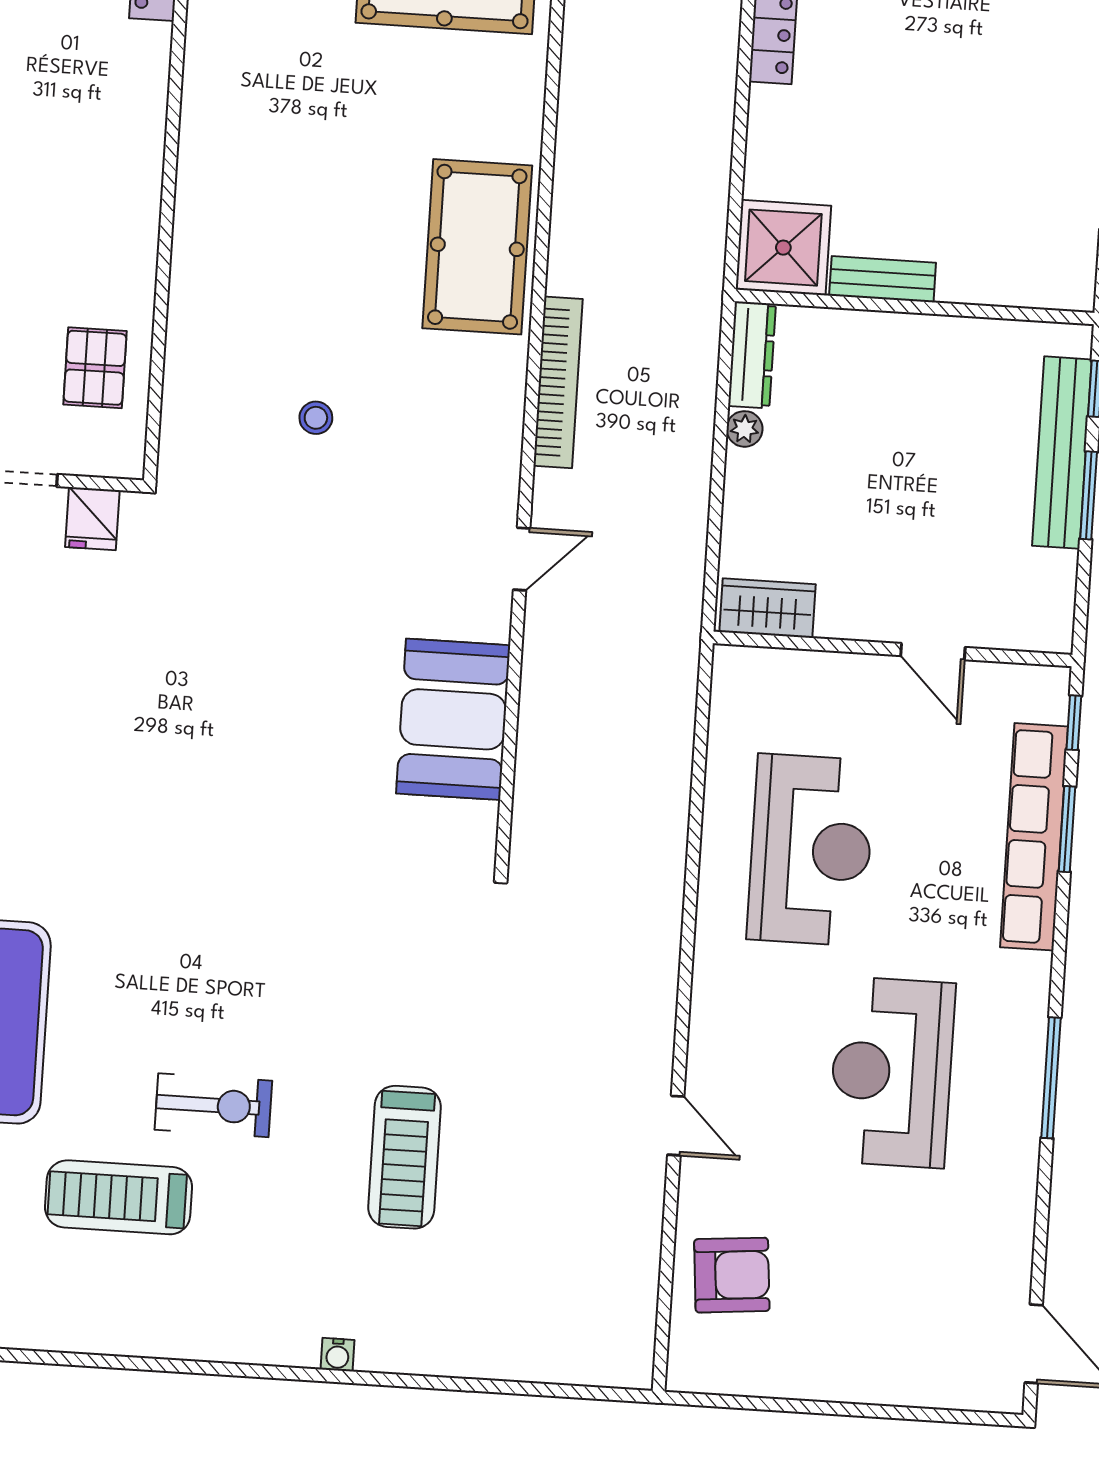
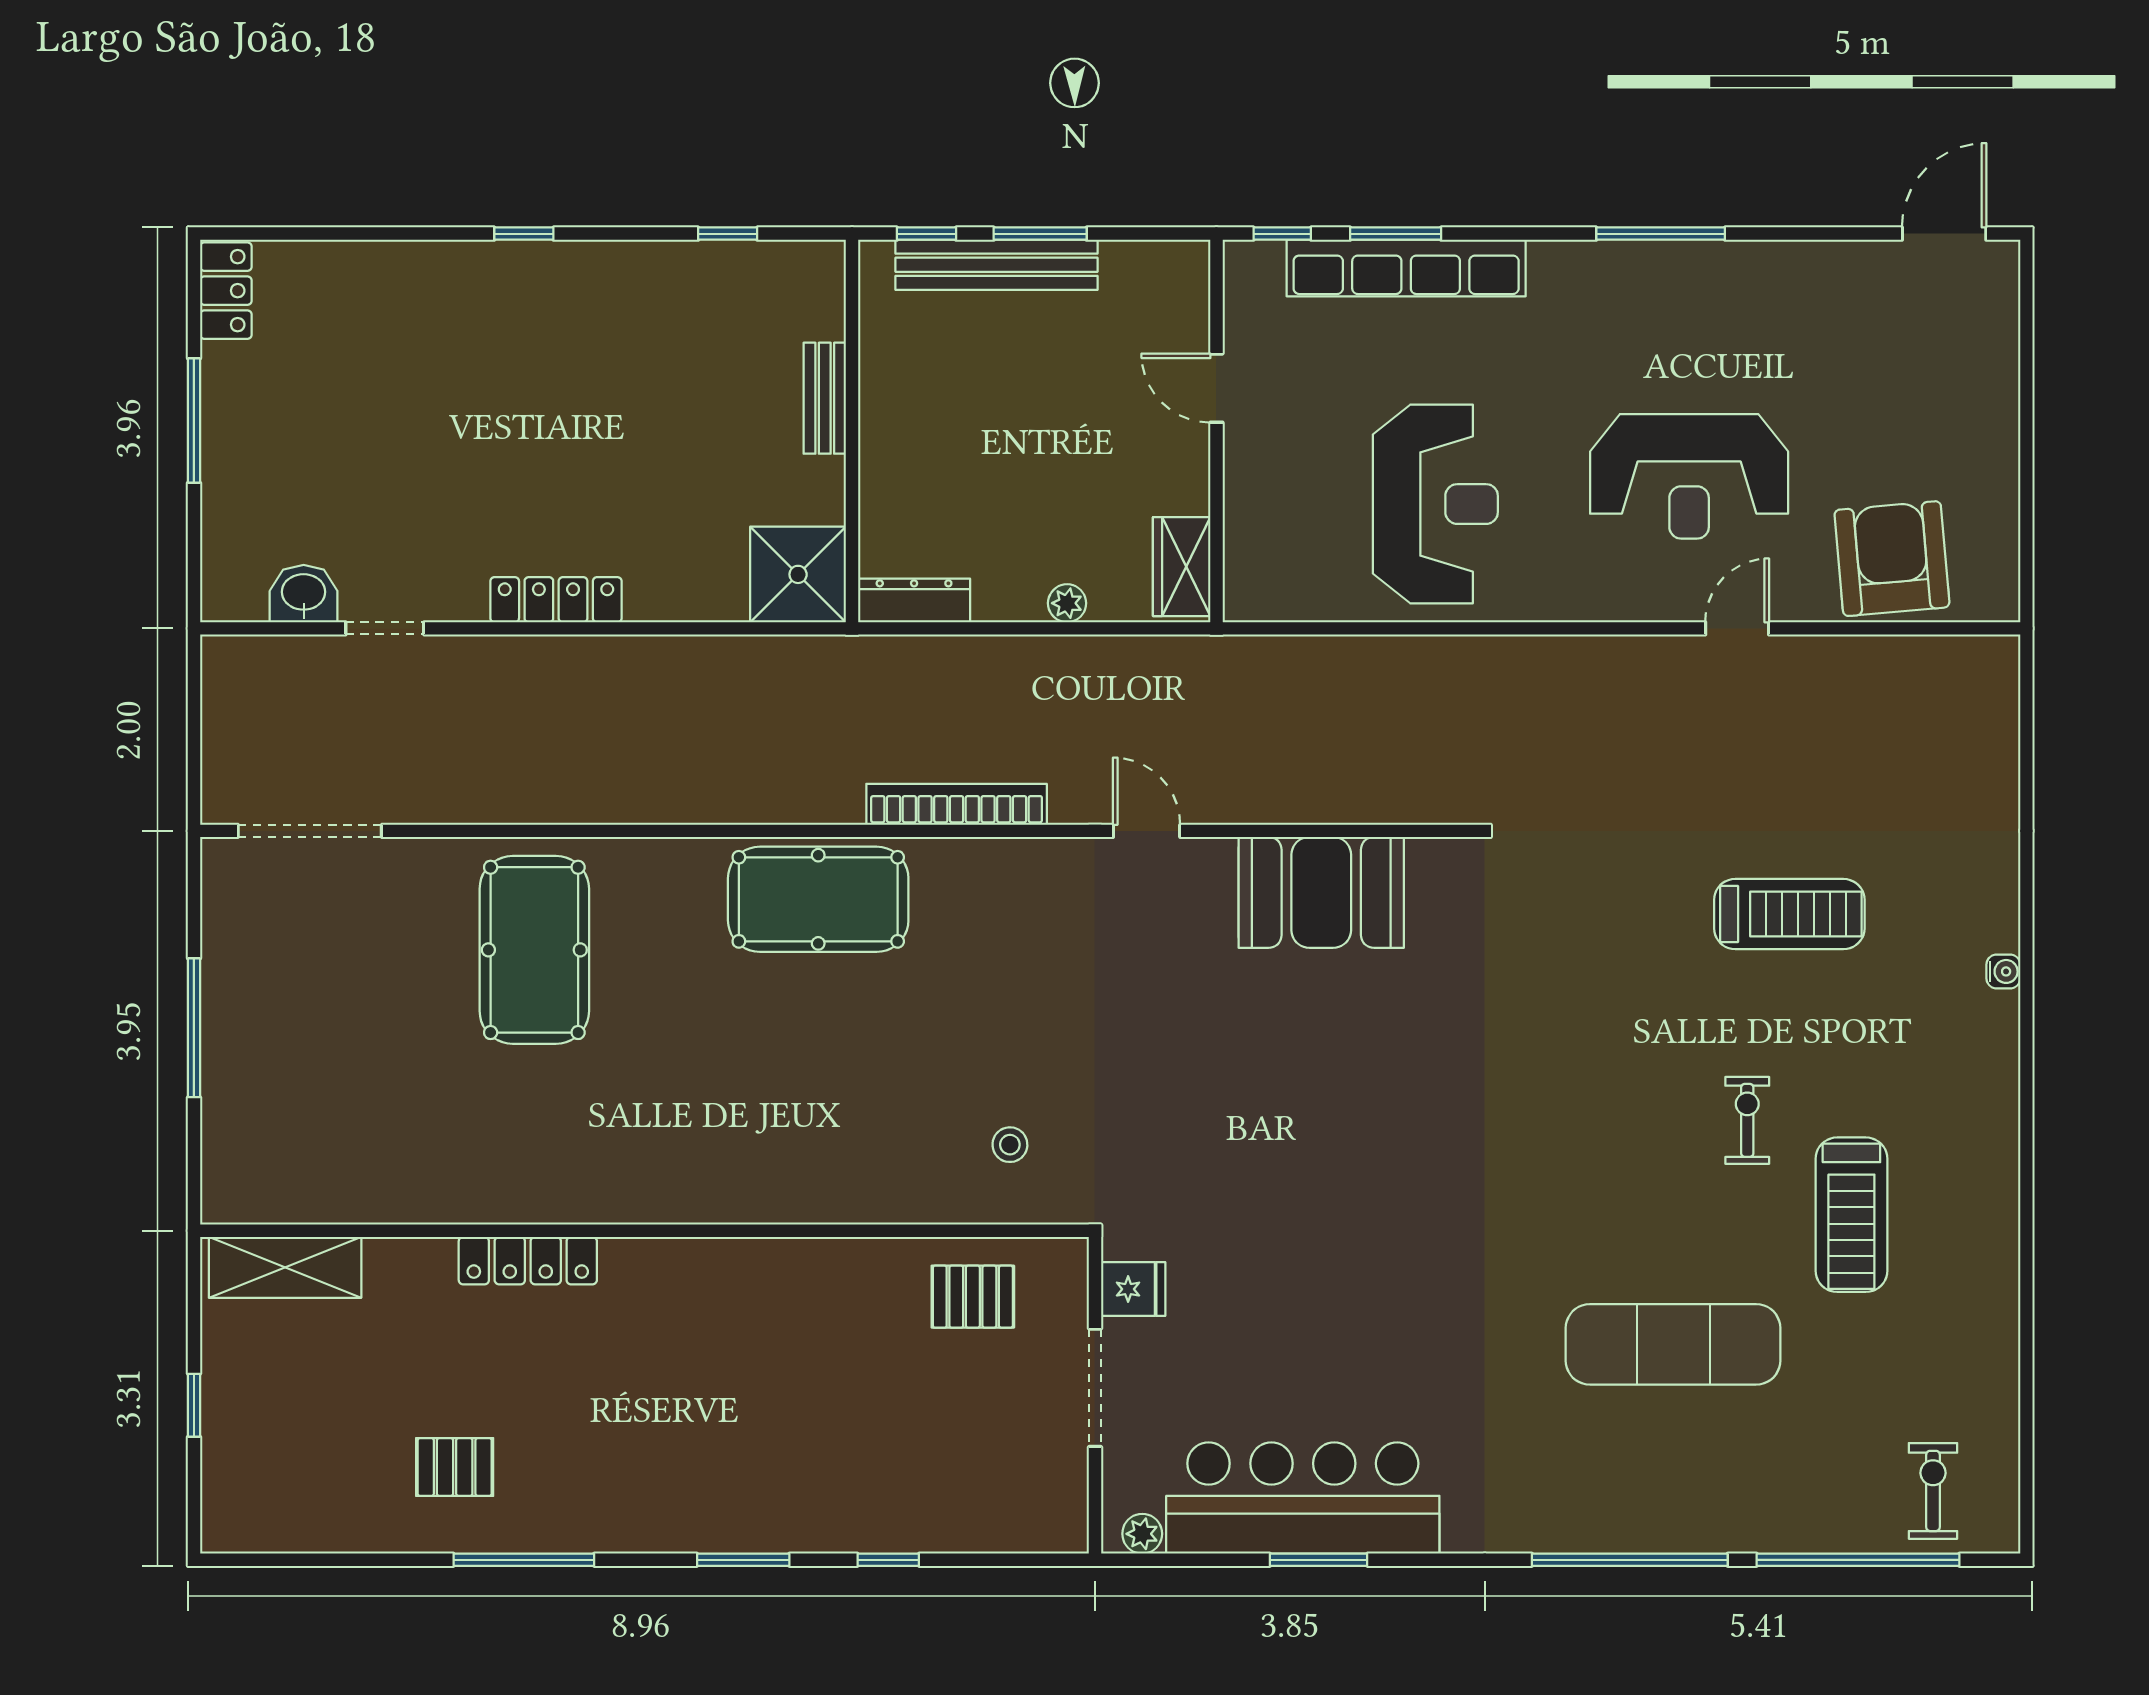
bench: (883, 279) -> (825, 398), moved
stool: (316, 418) -> (1010, 1145), moved
plant: (744, 429) -> (1067, 603), moved
door: (933, 652) -> (1216, 388), swing flipped
reception desk: (811, 850) -> (1435, 504), turned 90
reception desk: (892, 1072) -> (1689, 476), moved
exercise bike: (213, 1105) -> (1747, 1120), width x0.73, depth x0.72
armchair: (732, 1275) -> (1892, 559), width x1.36, depth x1.36

